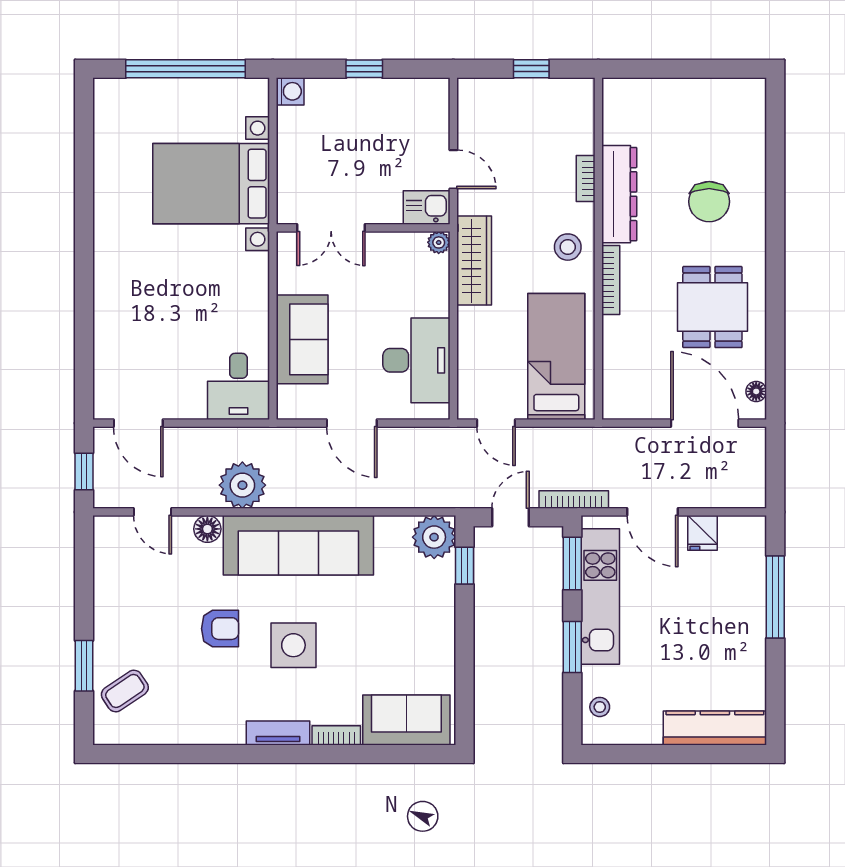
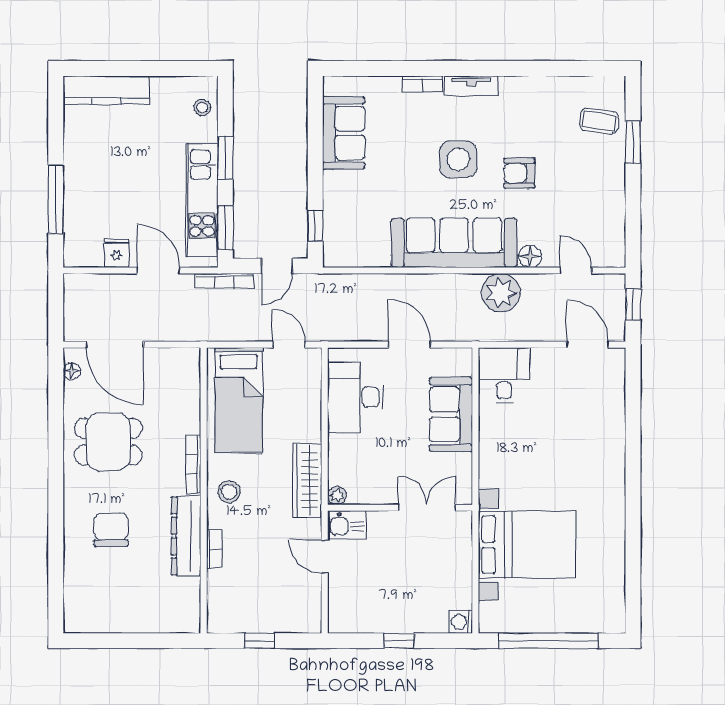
dining table: (712, 307) -> (108, 442), turned 90
plant: (434, 537) -> (341, 249), removed
coffee table: (125, 691) -> (599, 121), turned 42
sofa: (406, 720) -> (344, 133), moved, turned -90

